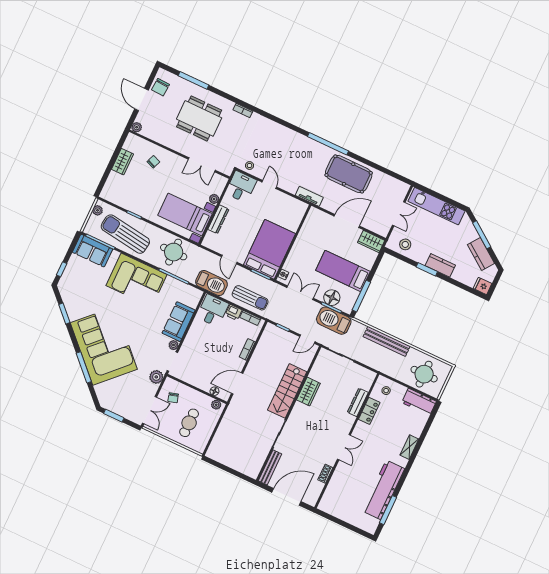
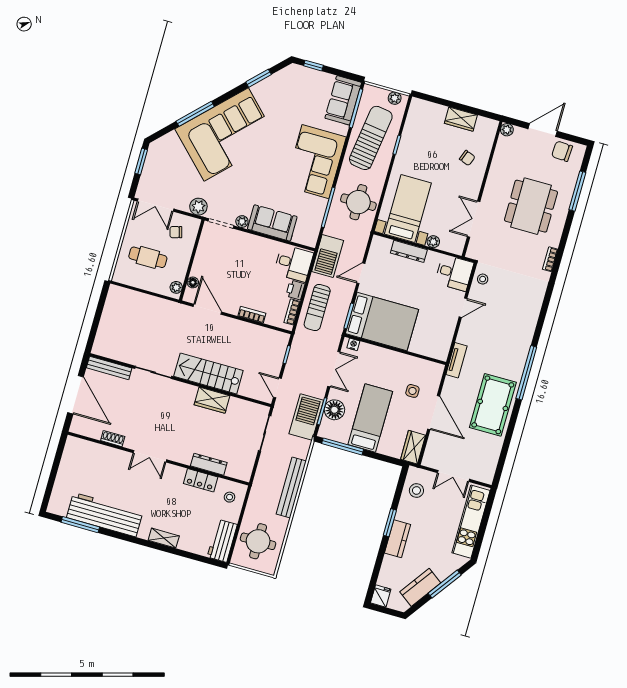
side table: (327, 235) -> (412, 391), added

